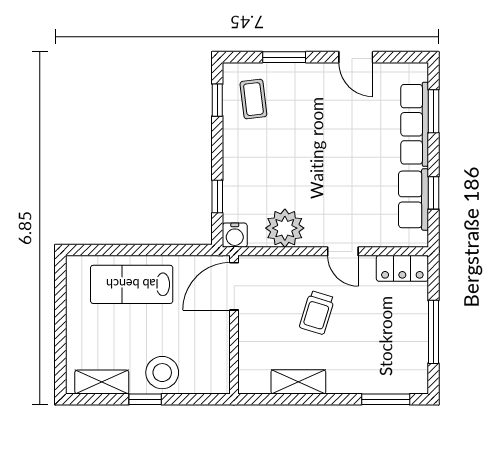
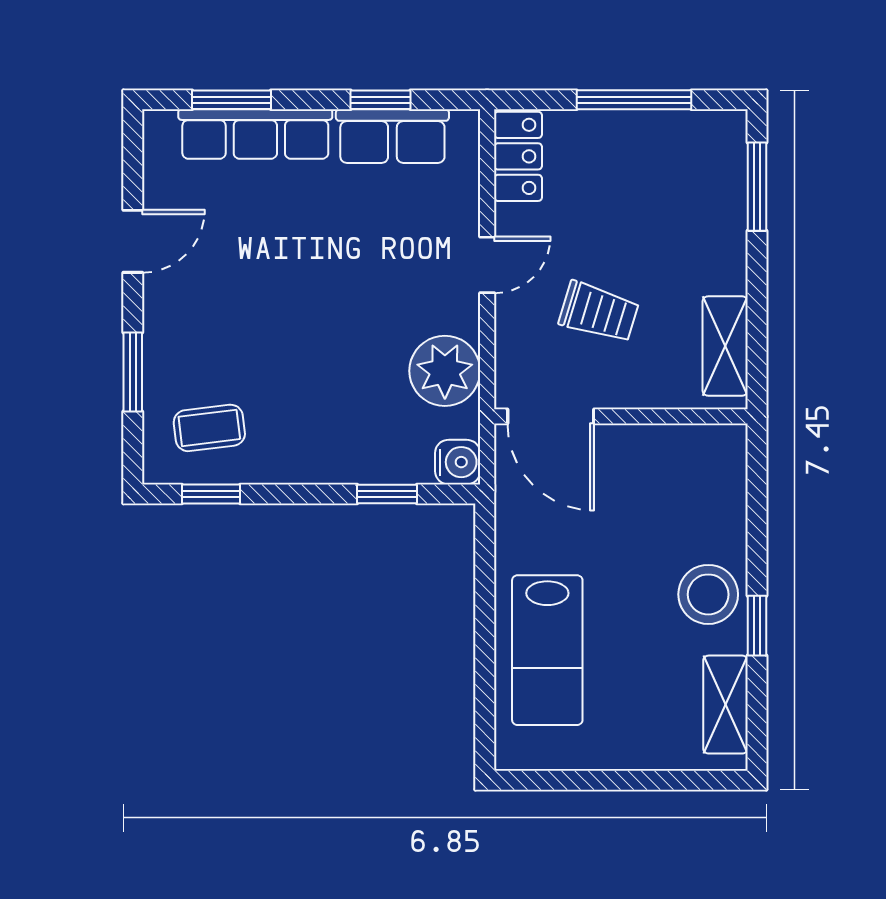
door: (234, 286) -> (551, 416), moved
wall: (234, 325) -> (621, 416), moved

